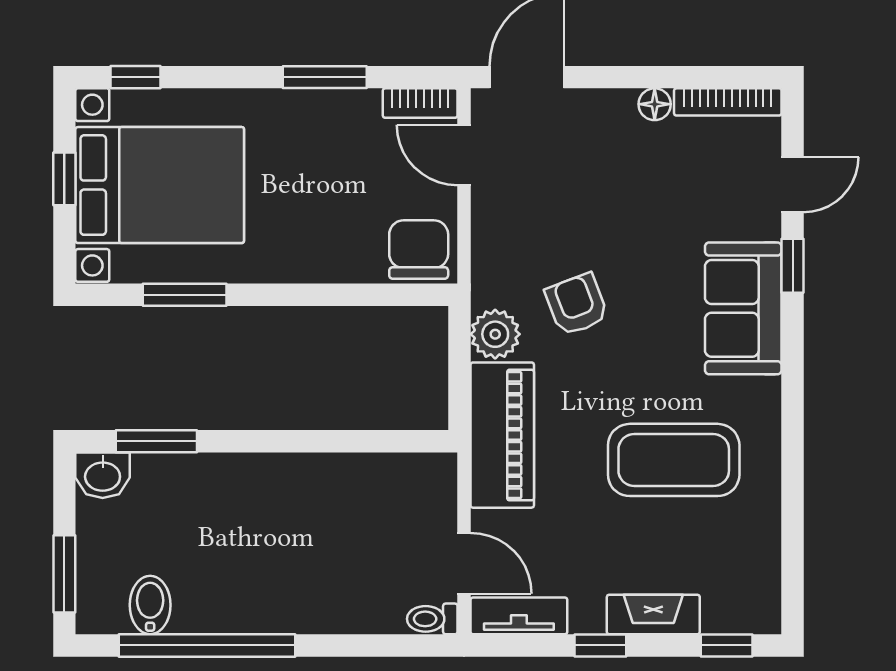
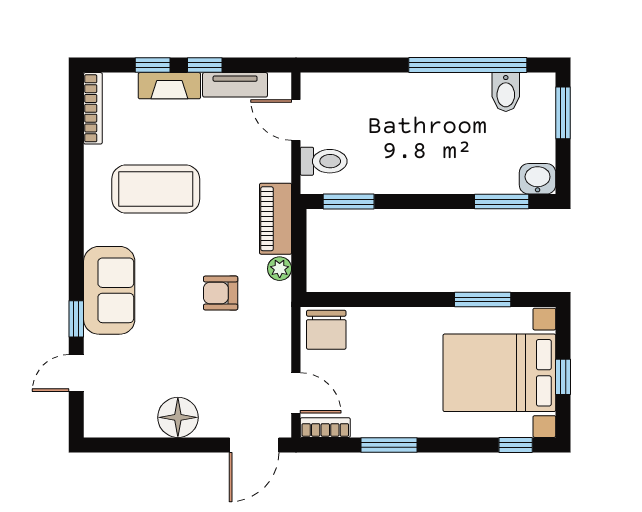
bookcase: (728, 102) -> (93, 108), moved, turned 90
floor lamp: (655, 104) -> (178, 417), width x1.89, depth x1.89
armchair: (577, 304) -> (221, 293), turned 111
plant: (495, 334) -> (280, 269), width x0.73, depth x0.73
piano: (502, 435) -> (276, 219), width x0.73, depth x0.75
window: (385, 441) -> (349, 202), added
tv unit: (519, 616) -> (235, 85), moved
toilet: (432, 619) -> (324, 161), moved, width x1.37, depth x1.39
window: (727, 645) -> (153, 65), moved

